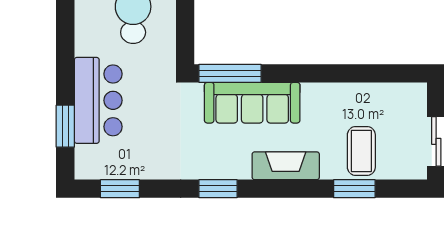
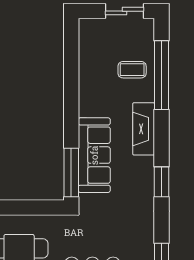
coffee table: (361, 151) -> (132, 70), width x0.73, depth x0.77
window: (354, 189) -> (162, 75), width x2.11

